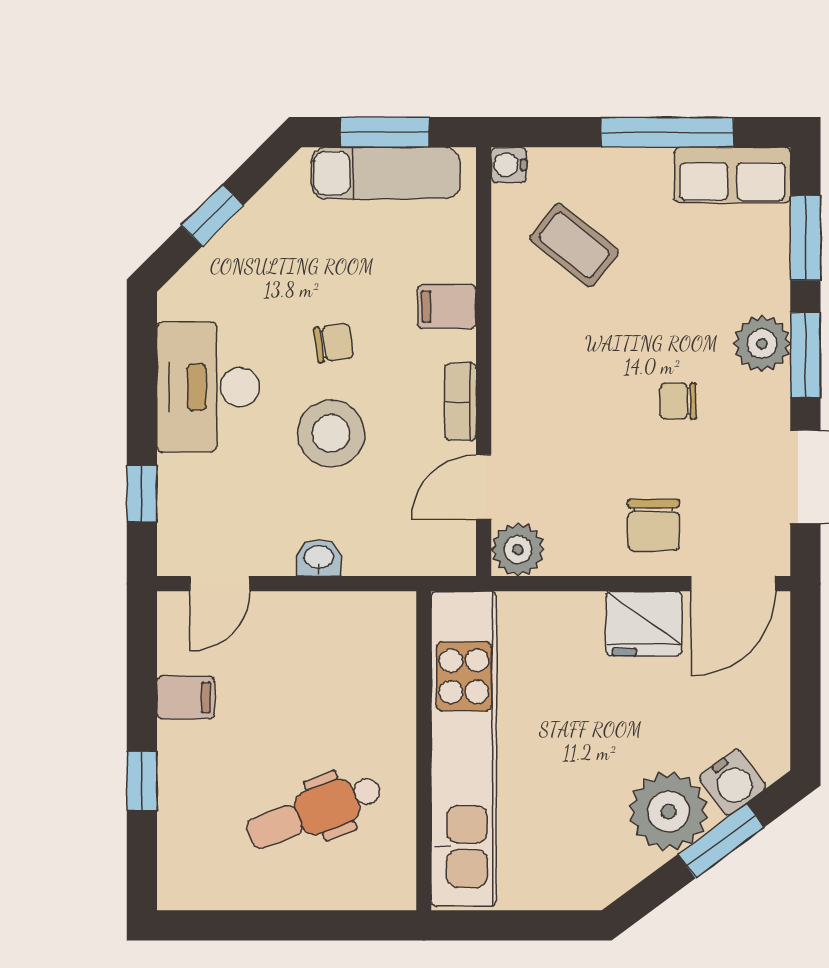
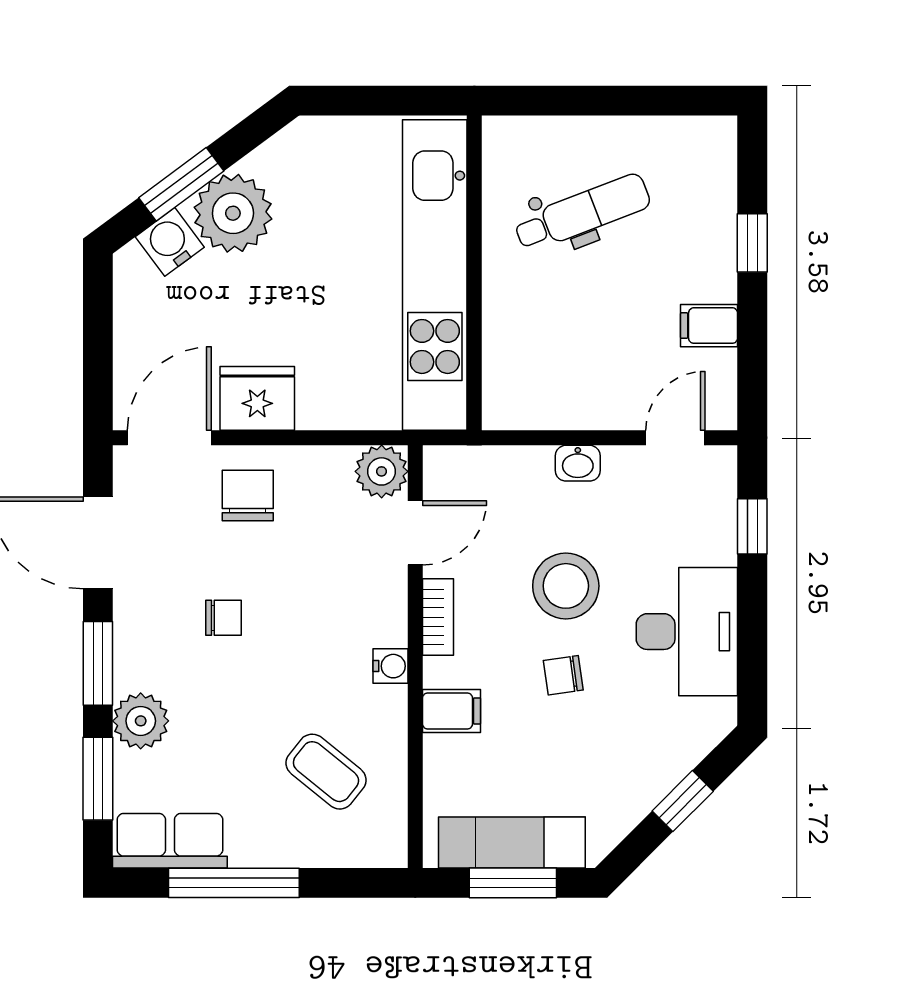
water cooler: (509, 165) -> (390, 666), moved
plant: (762, 344) -> (141, 721), moved

